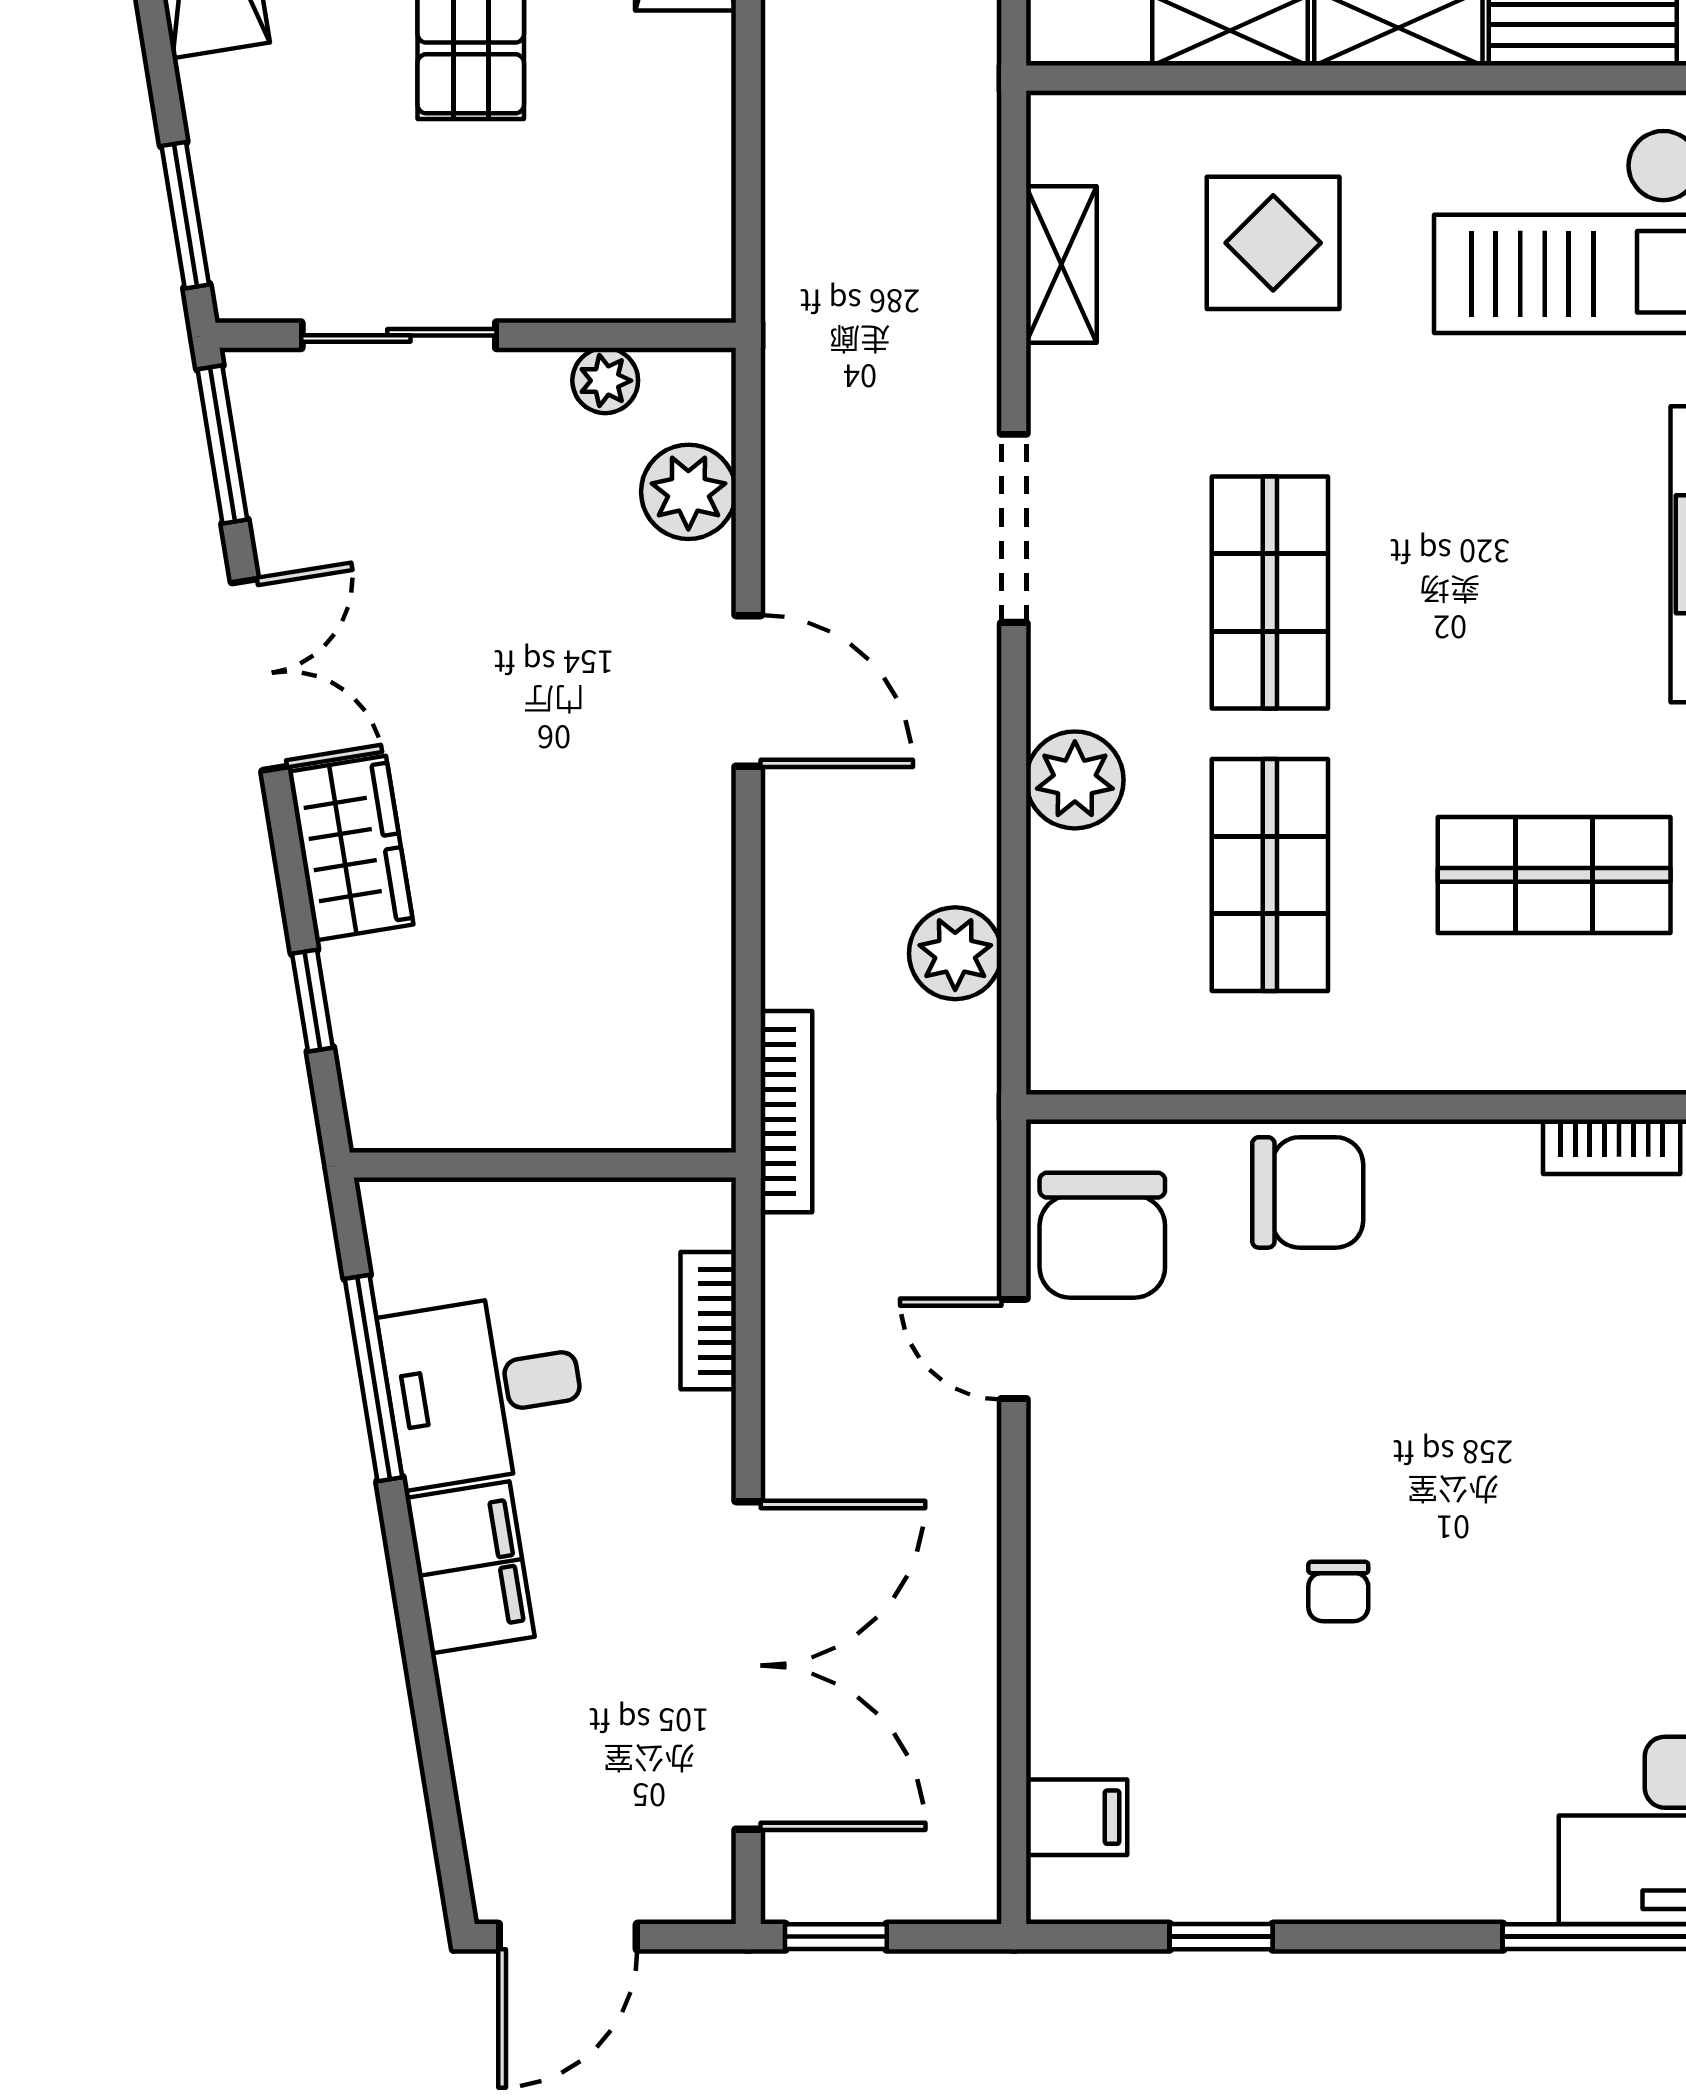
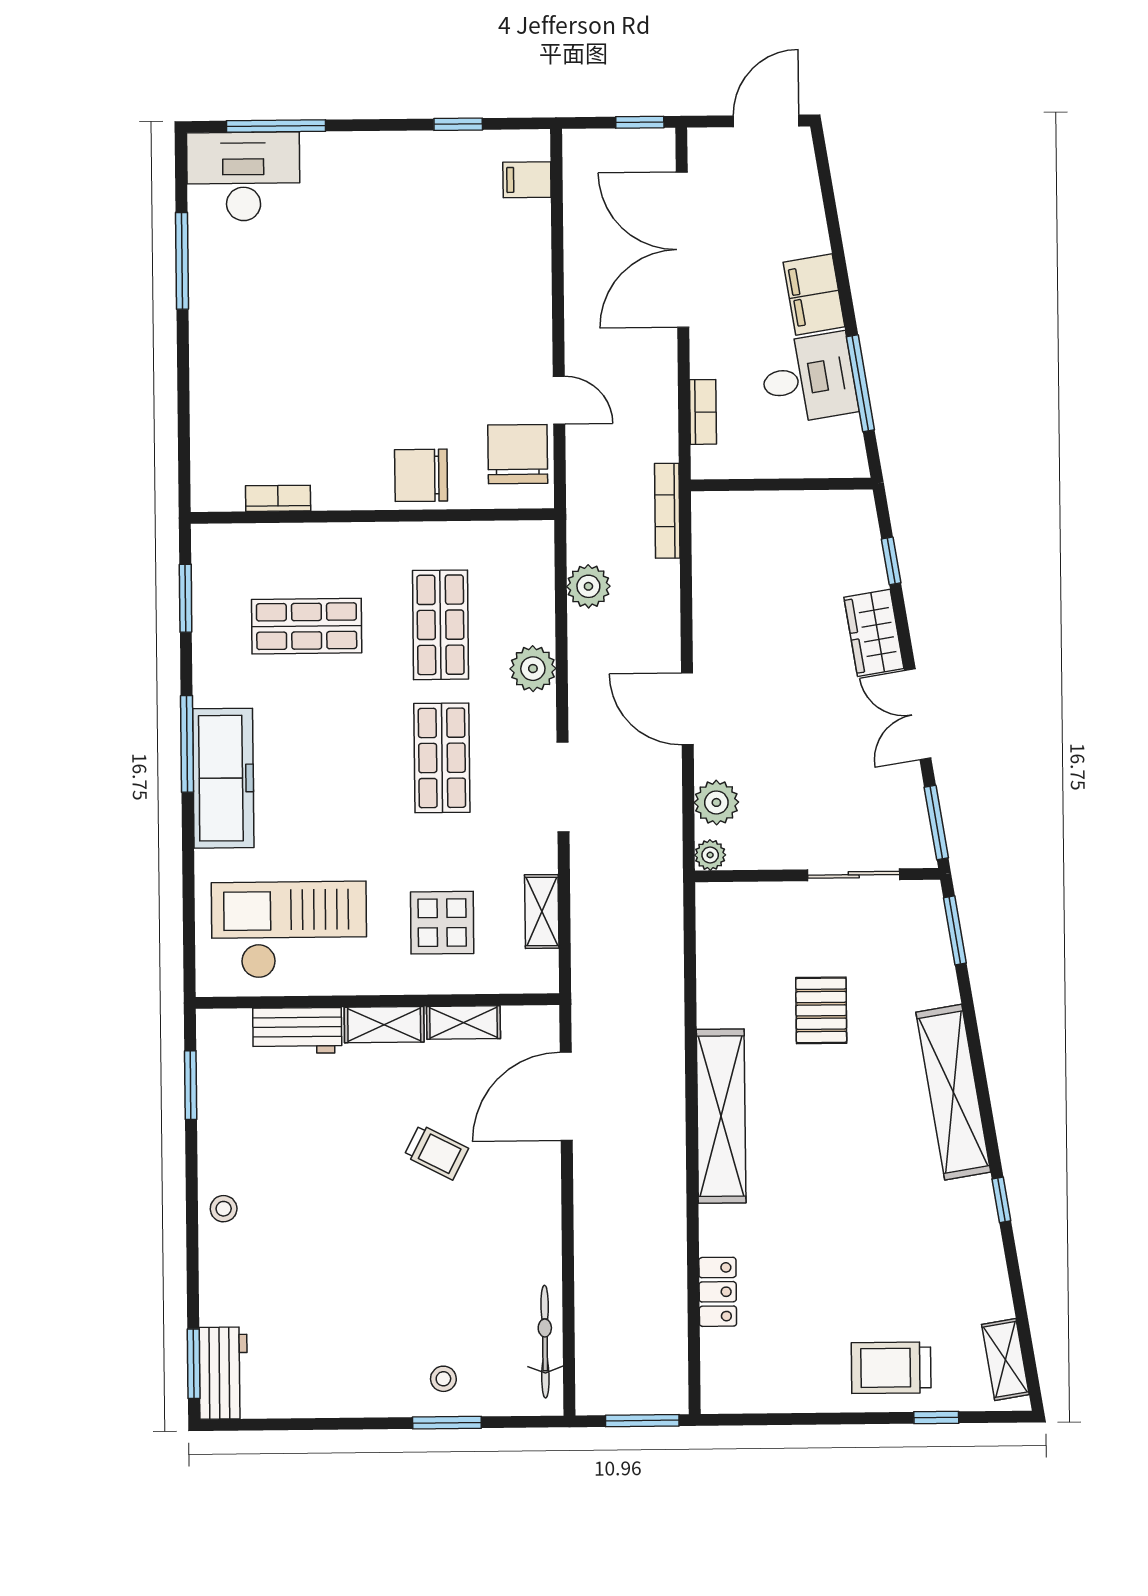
plant: (605, 381) -> (710, 855), moved
chair: (1338, 1591) -> (405, 287), removed

